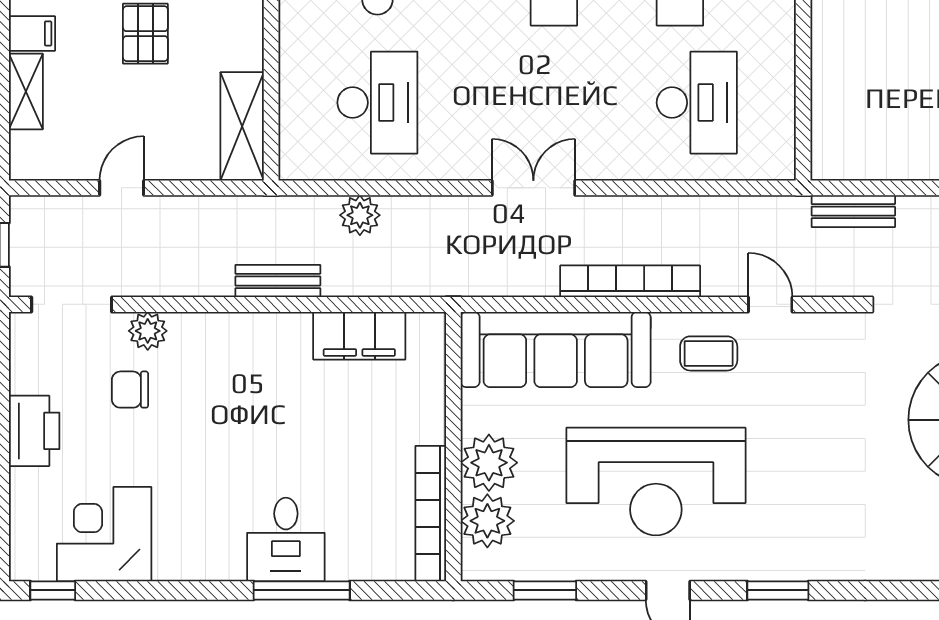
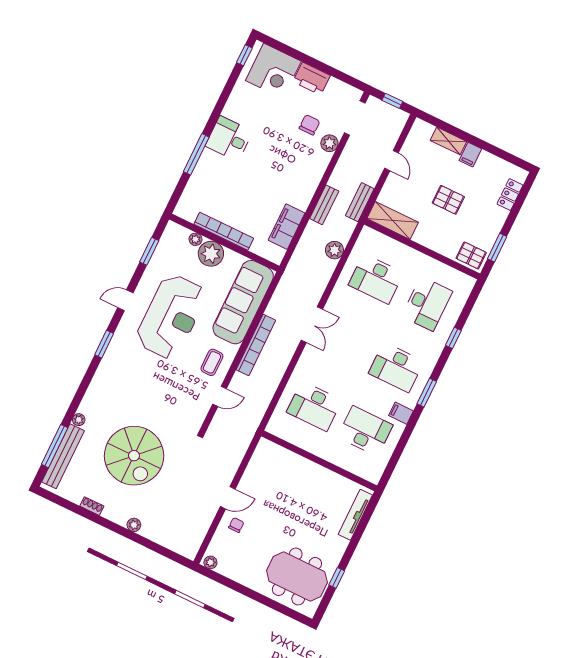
bench: (853, 211) -> (360, 202), moved
reception desk: (656, 482) -> (171, 317), turned 180
bookcase: (431, 514) -> (224, 231), moved
plant: (487, 521) -> (195, 239), width x0.53, depth x0.53
corner desk: (104, 534) -> (273, 71), moved, turned 90
desk: (286, 540) -> (229, 139), moved

